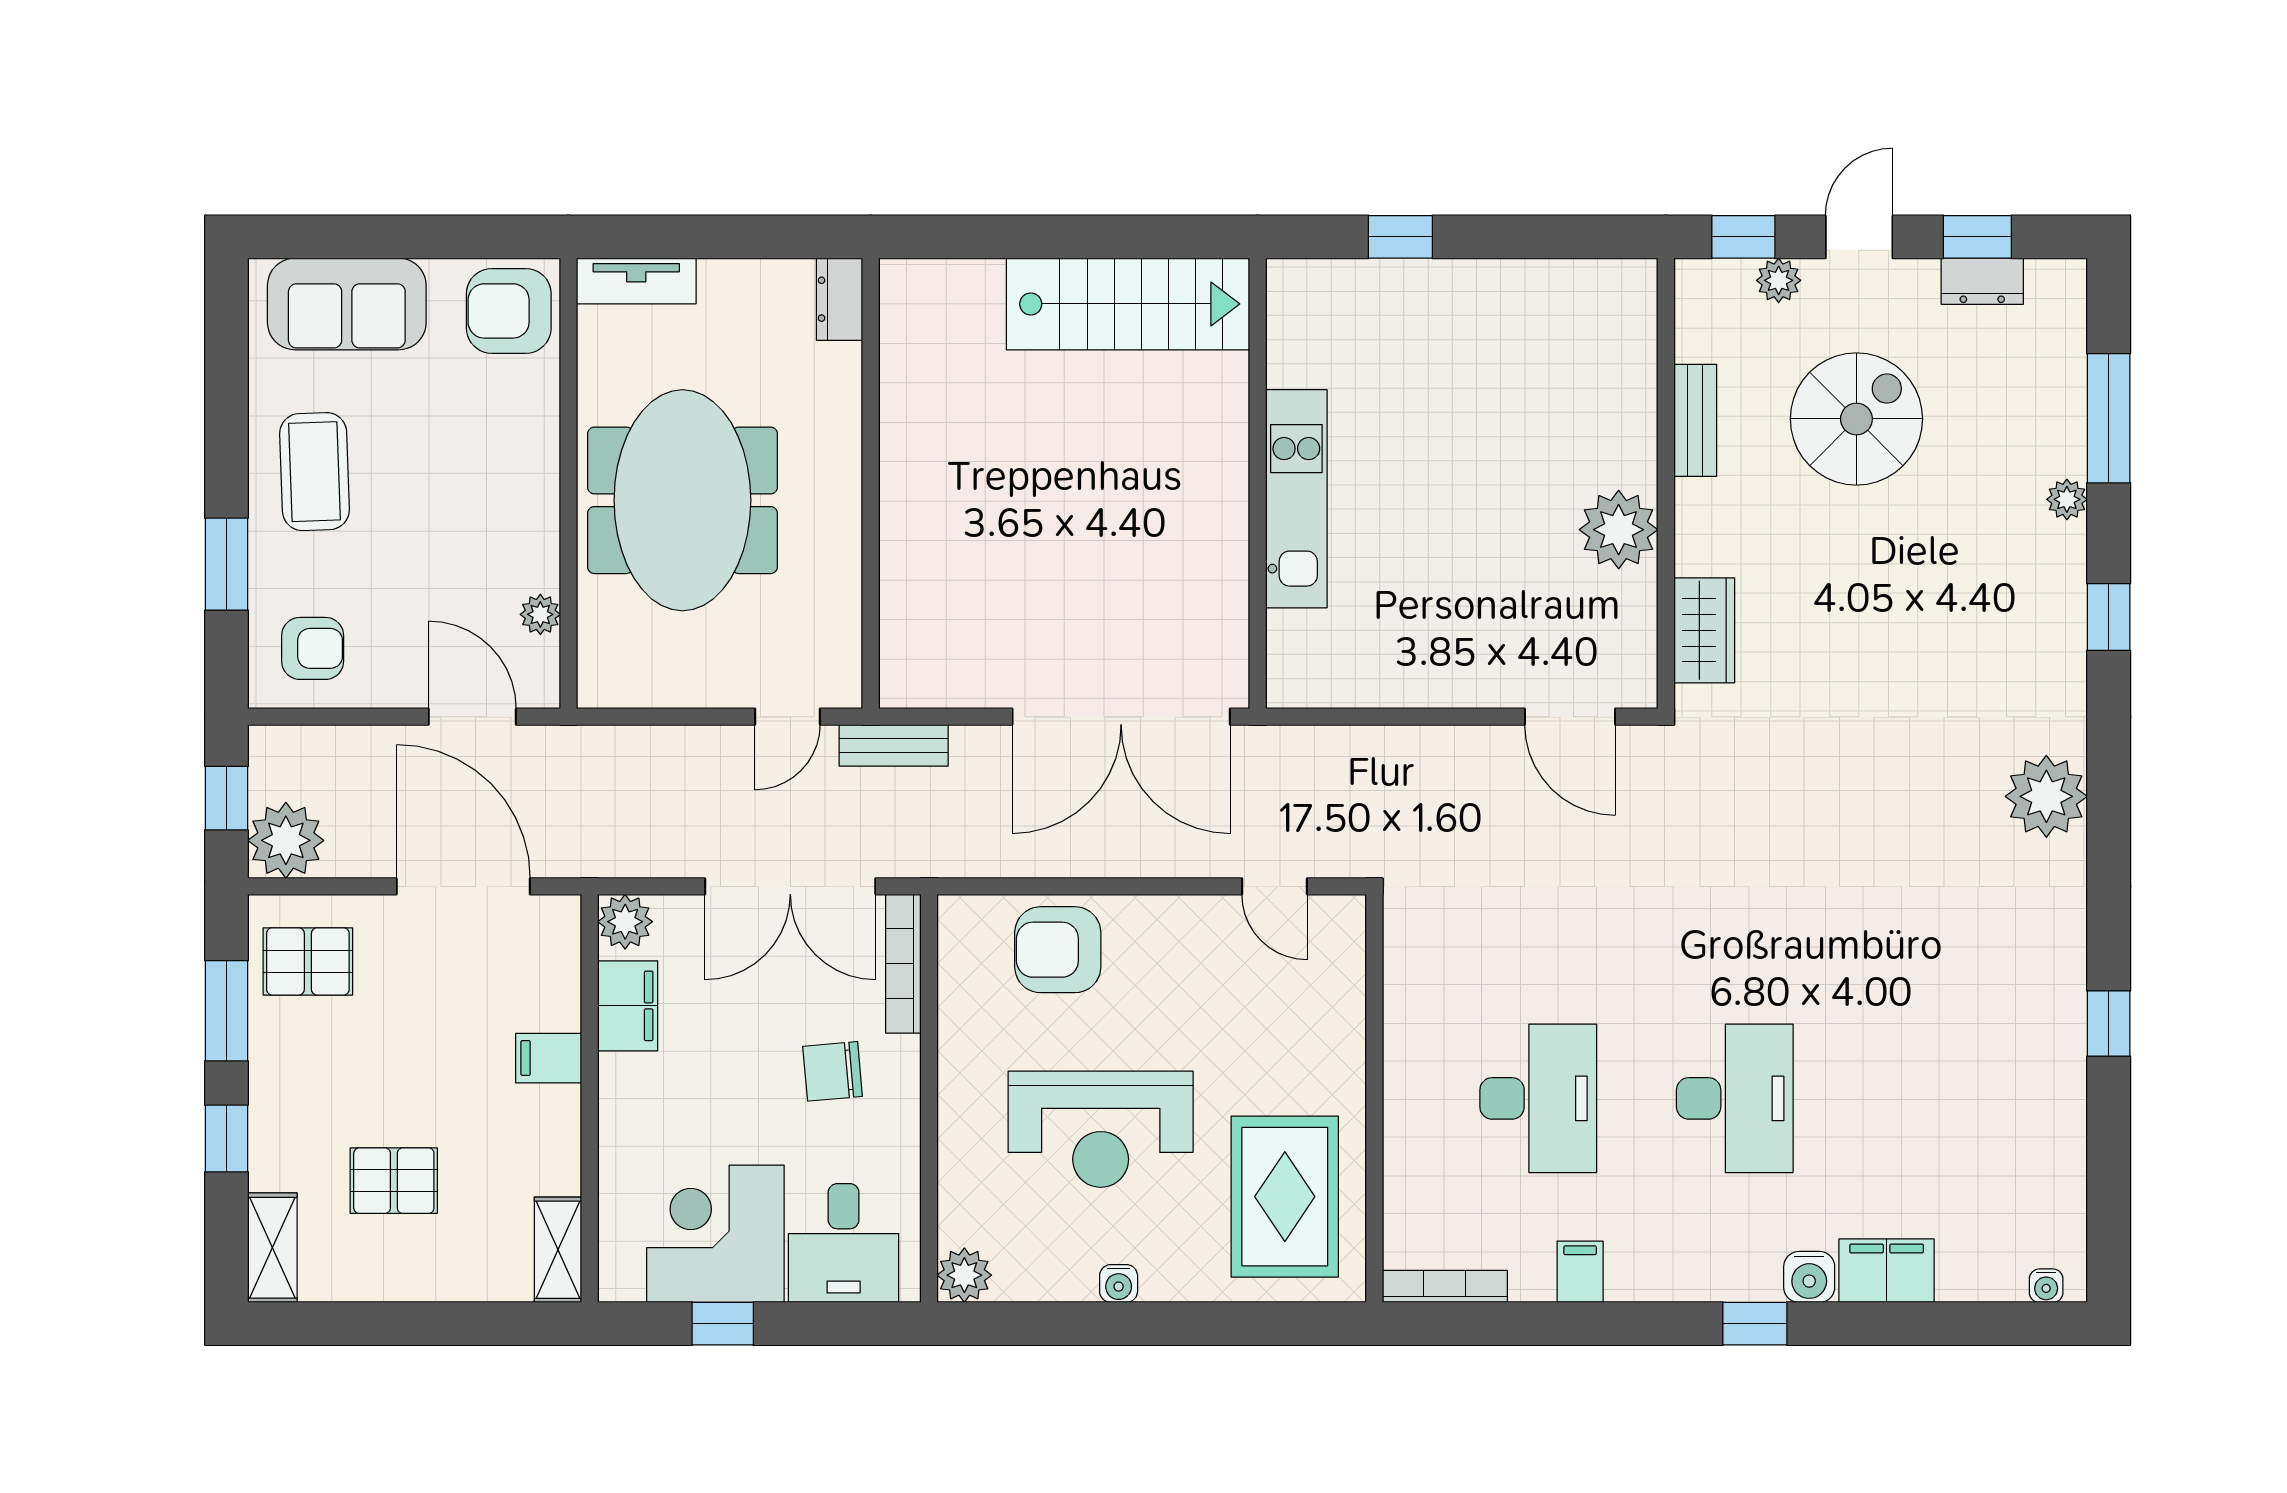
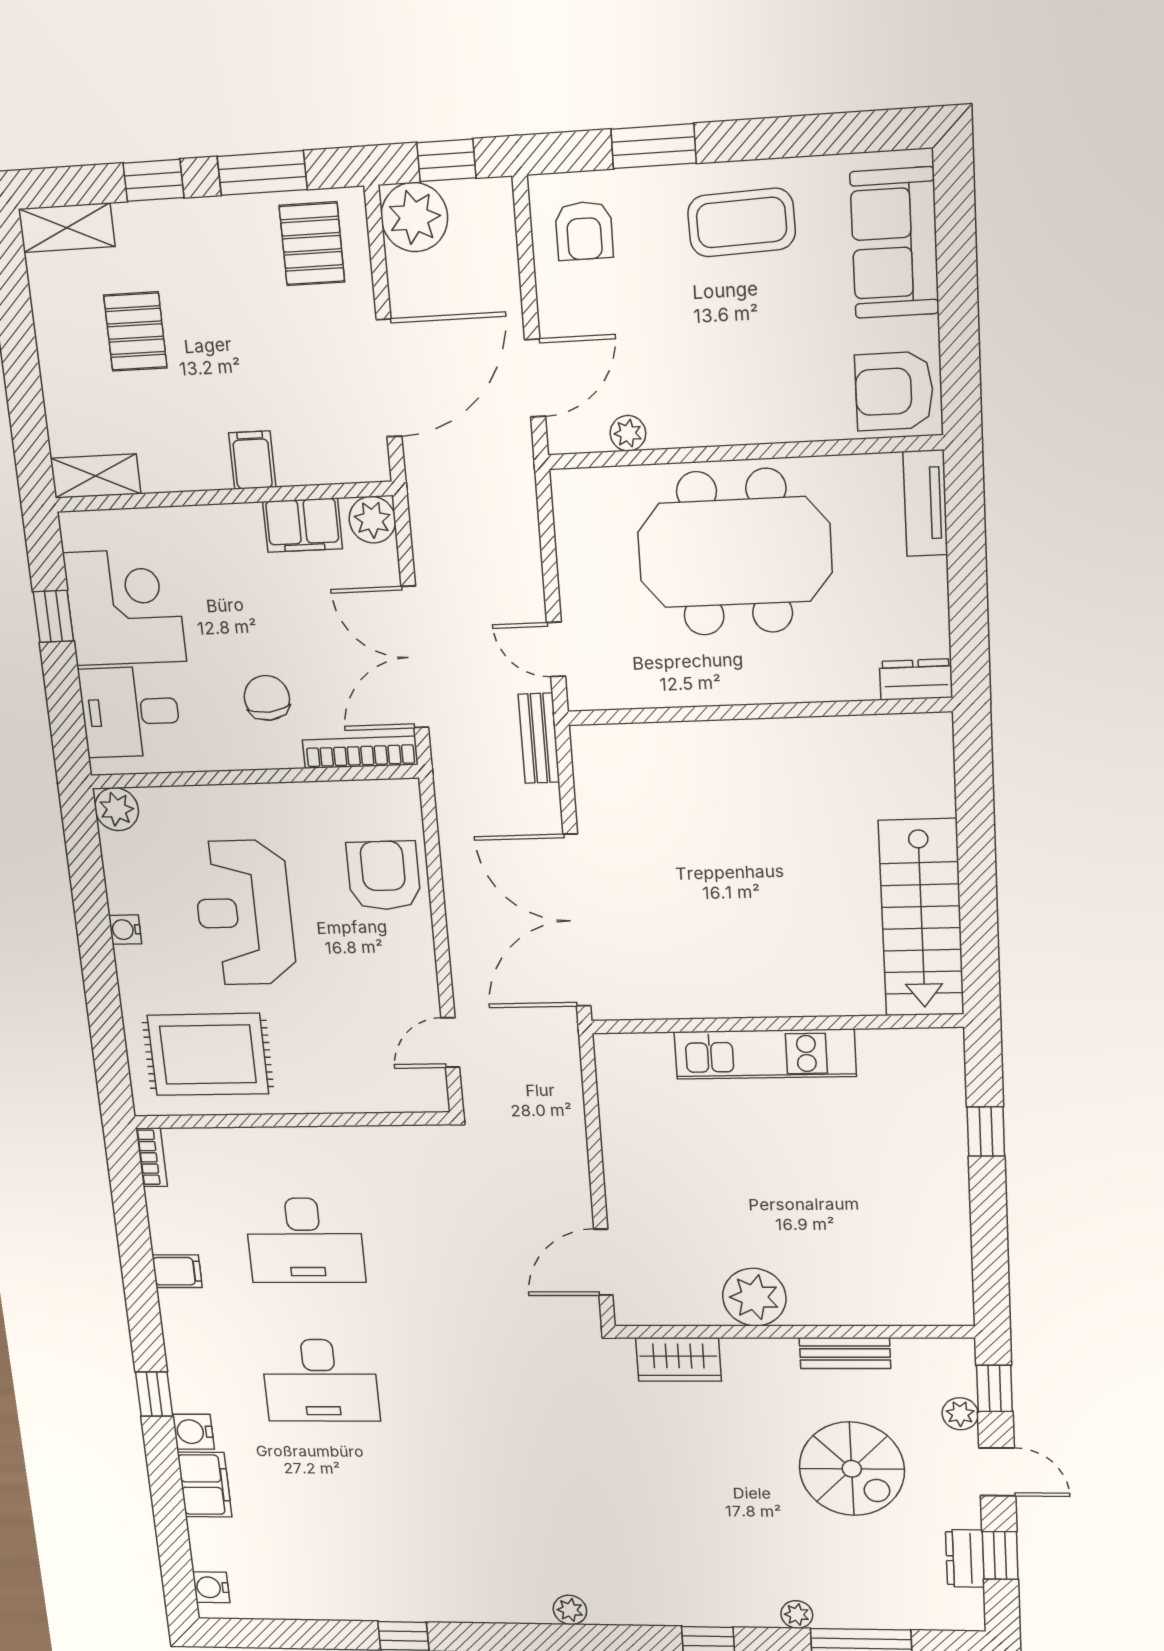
armchair: (509, 311) -> (894, 391), turned -90
plant: (2046, 796) -> (570, 1610), width x0.53, depth x0.53
bookcase: (1445, 1286) -> (152, 1157), width x0.64
water cooler: (2046, 1286) -> (211, 1587), width x1.38, depth x1.38

